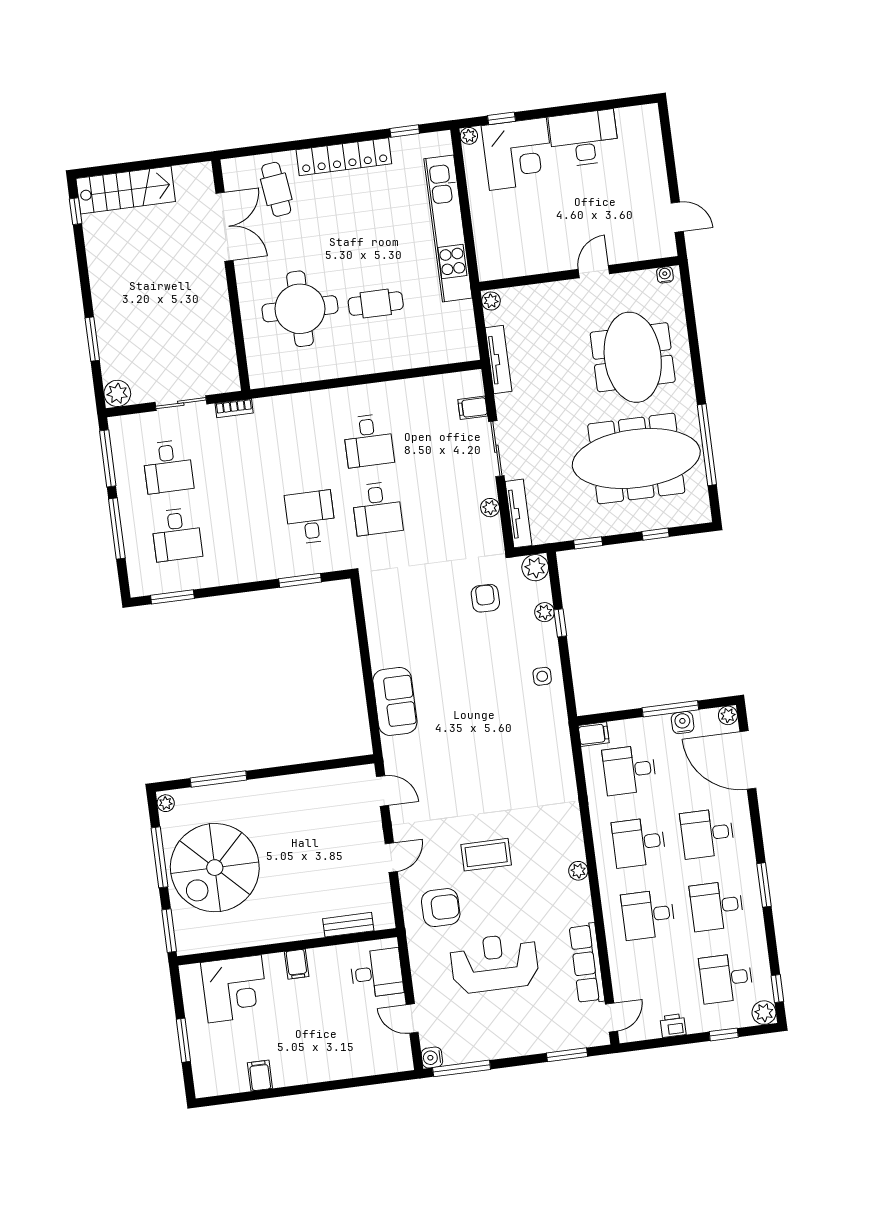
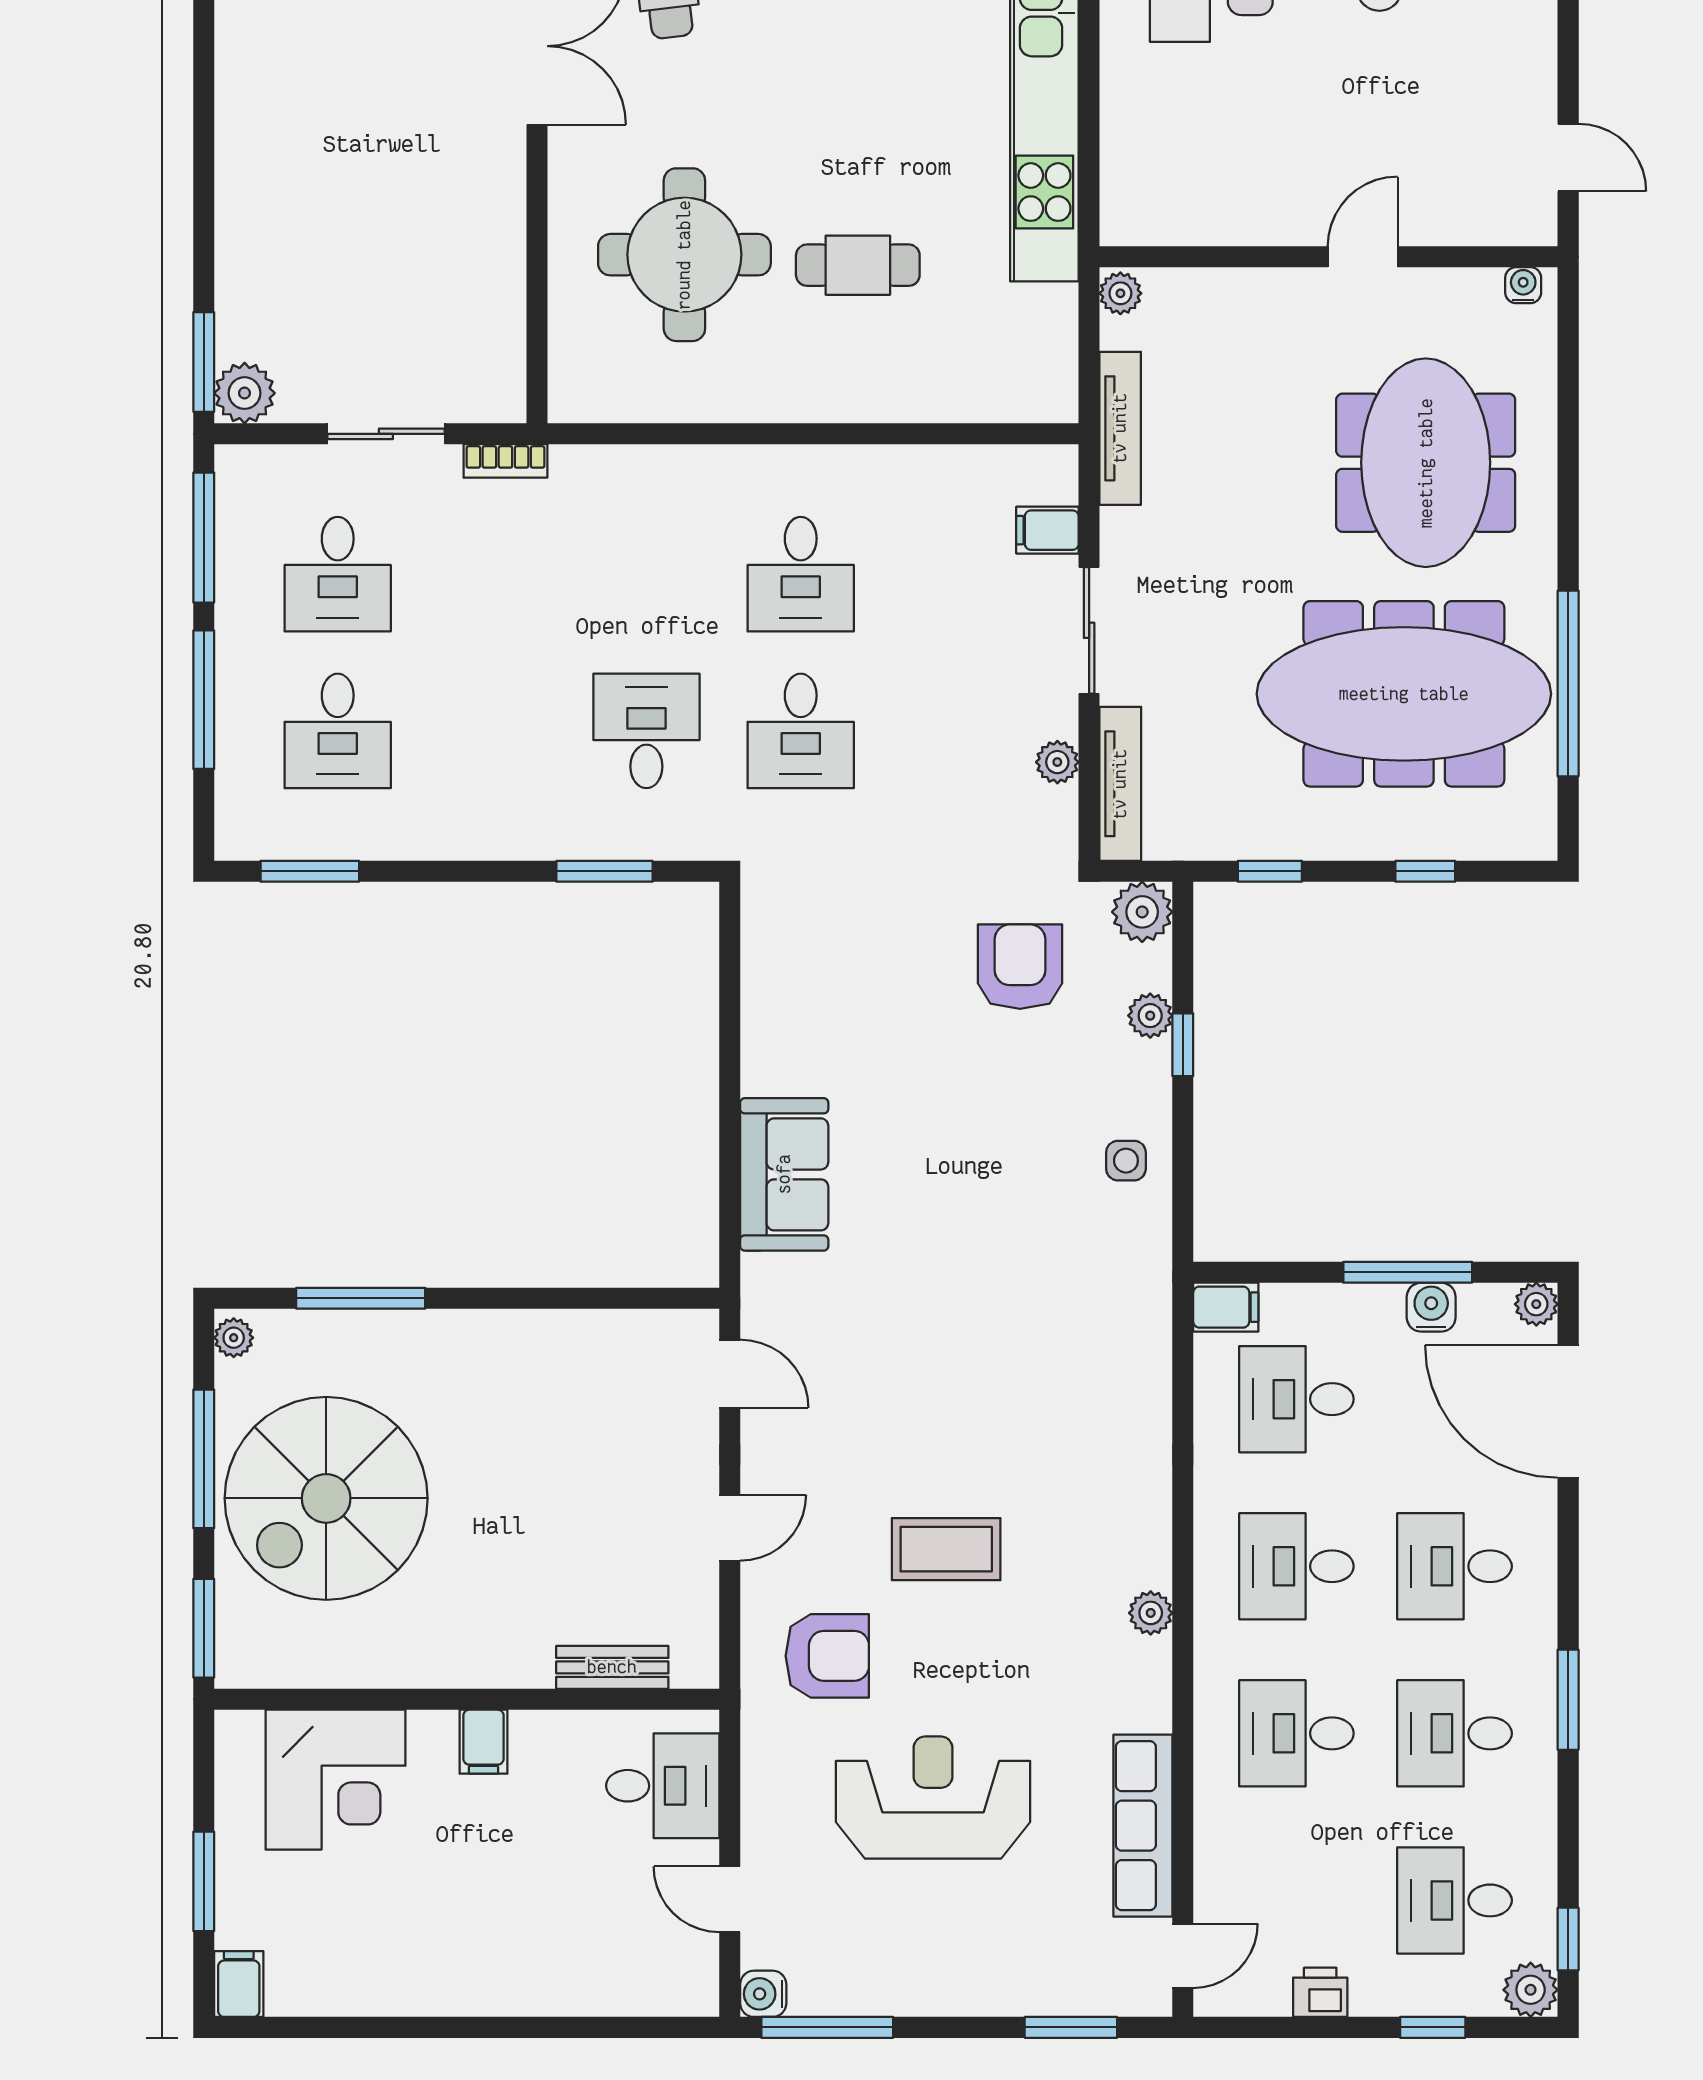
window: (92, 339) -> (204, 362), moved
armchair: (485, 598) -> (1020, 967), width x1.38, depth x1.38
filing cabinet: (260, 1076) -> (239, 1984), moved

